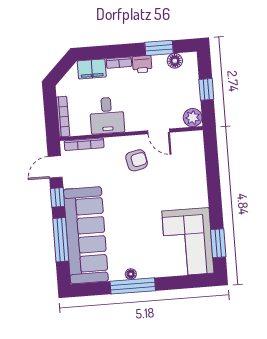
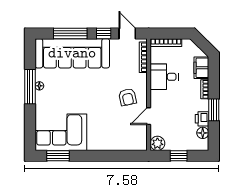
window: (159, 48) -> (214, 110), moved
printer: (142, 64) -> (202, 119), moved

